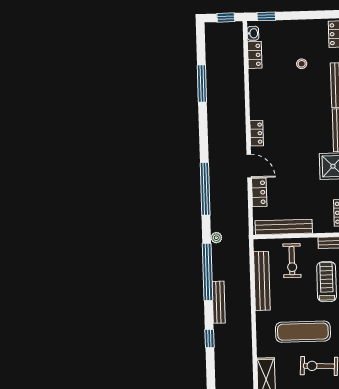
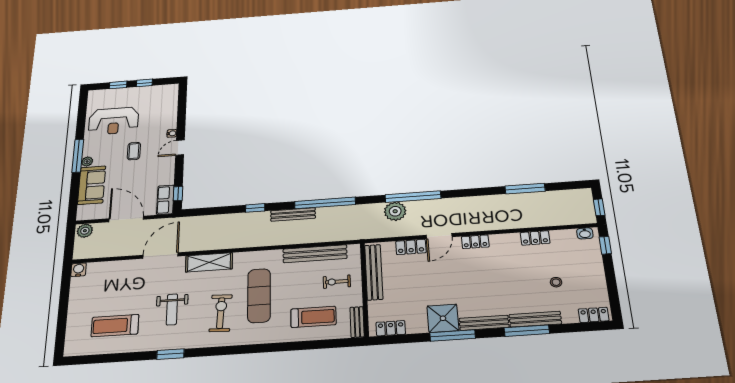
locker: (255, 55) -> (535, 238), moved
plant: (216, 238) -> (395, 211), moved, width x1.88, depth x1.88
exercise bike: (292, 261) -> (337, 282), width x0.73, depth x0.72

